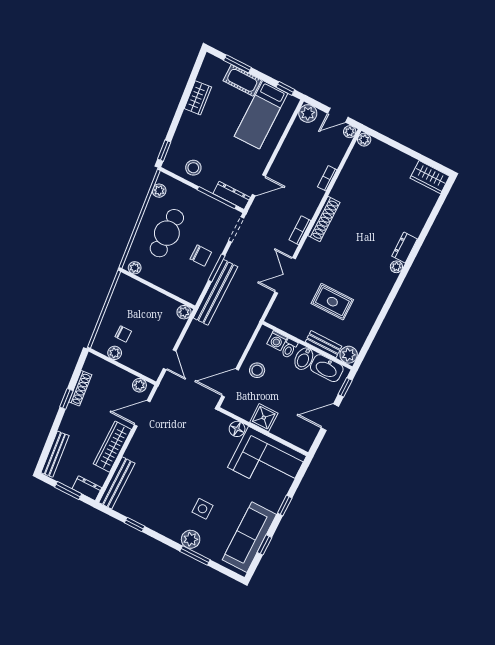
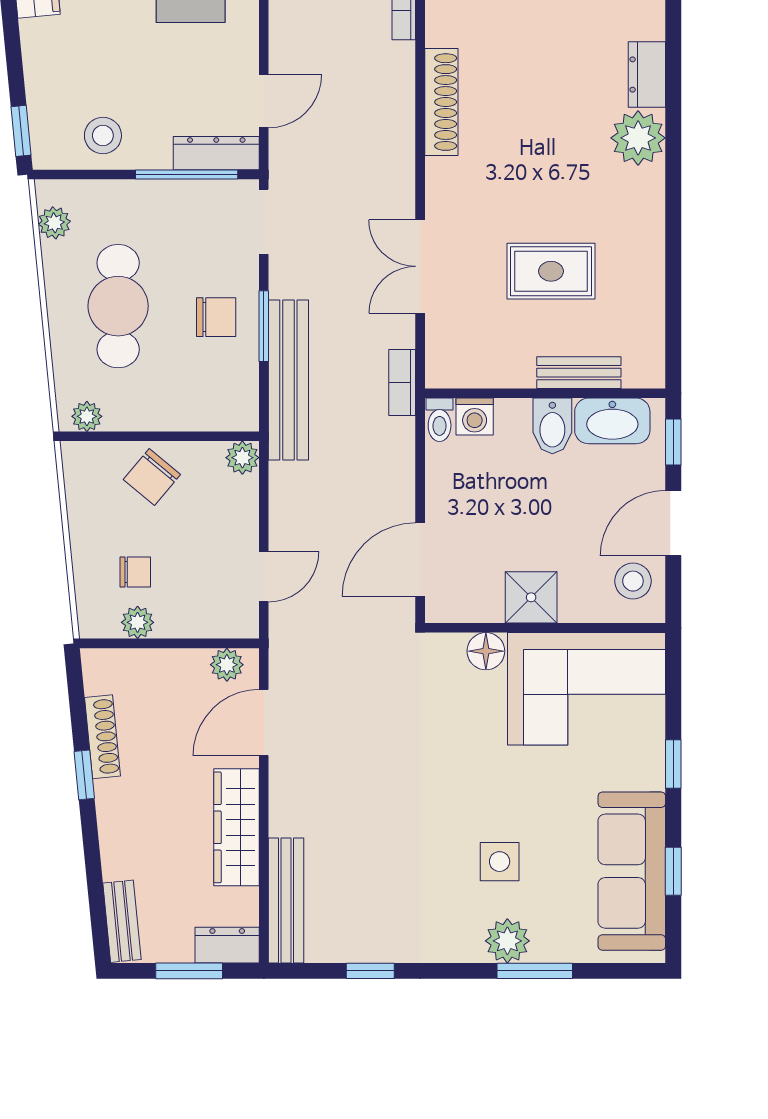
bookcase: (300, 230) -> (402, 383), moved
plant: (396, 267) -> (638, 138), width x1.88, depth x1.88
chair: (147, 302) -> (152, 477), added
toilet: (289, 348) -> (440, 420), moved
plant: (349, 355) -> (645, 368), removed
door: (170, 360) -> (264, 577), hinge flipped
stool: (257, 370) -> (633, 581), moved
bench: (55, 454) -> (122, 921), width x0.73

